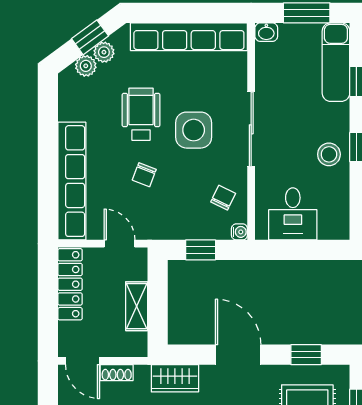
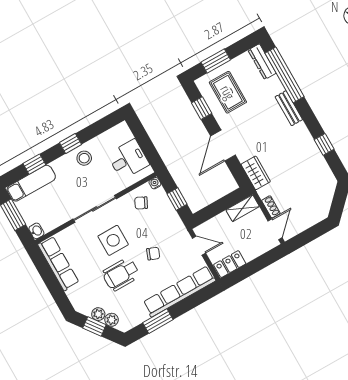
row of seats: (189, 37) -> (58, 263), width x0.73
window: (48, 128) -> (158, 321), added
door: (119, 244) -> (199, 246), swing flipped
locker: (70, 284) -> (230, 264), width x0.66
shelving: (137, 306) -> (243, 208), moved

